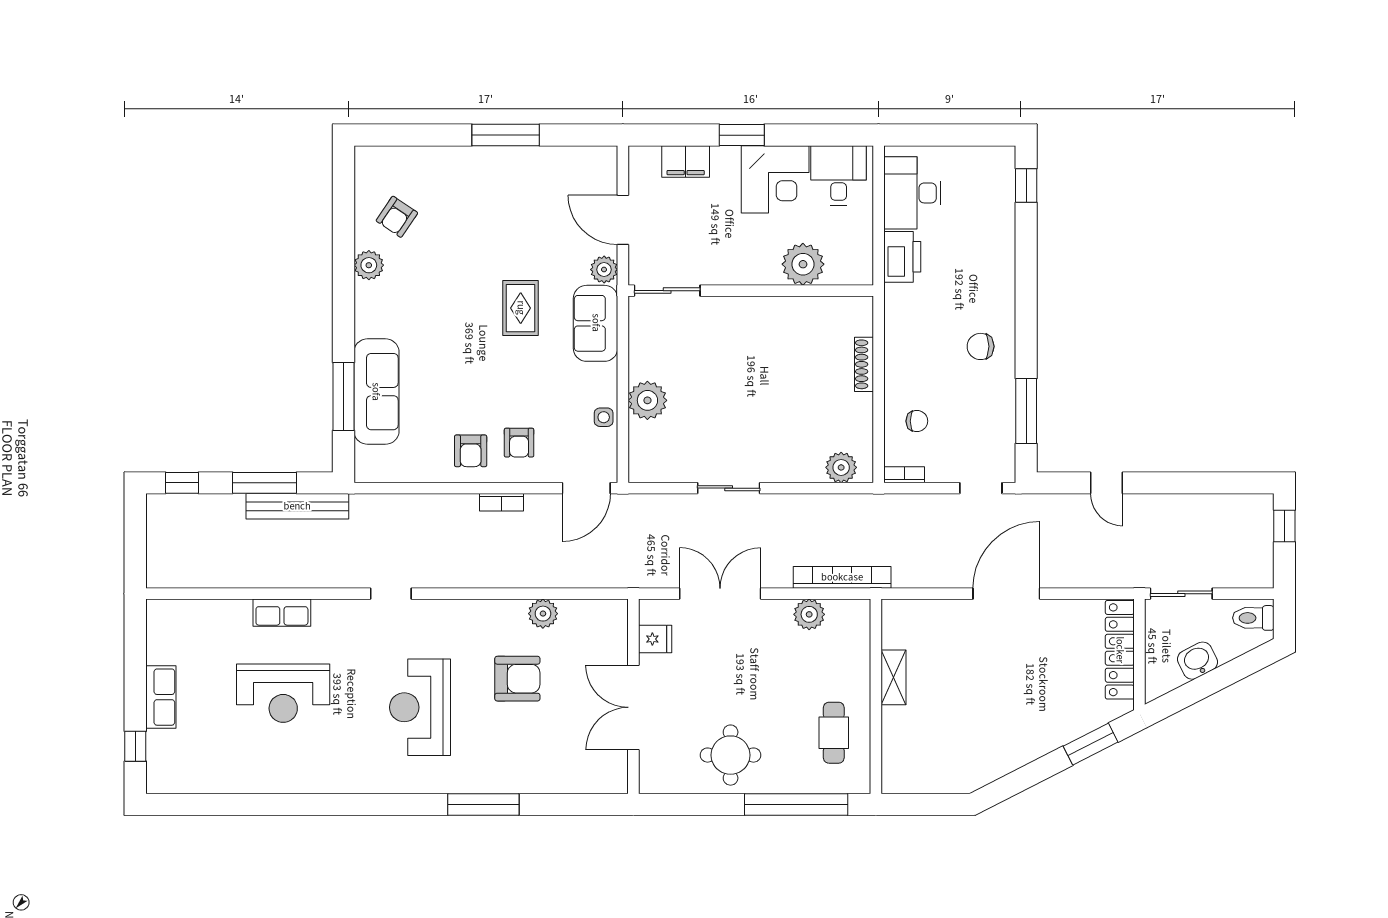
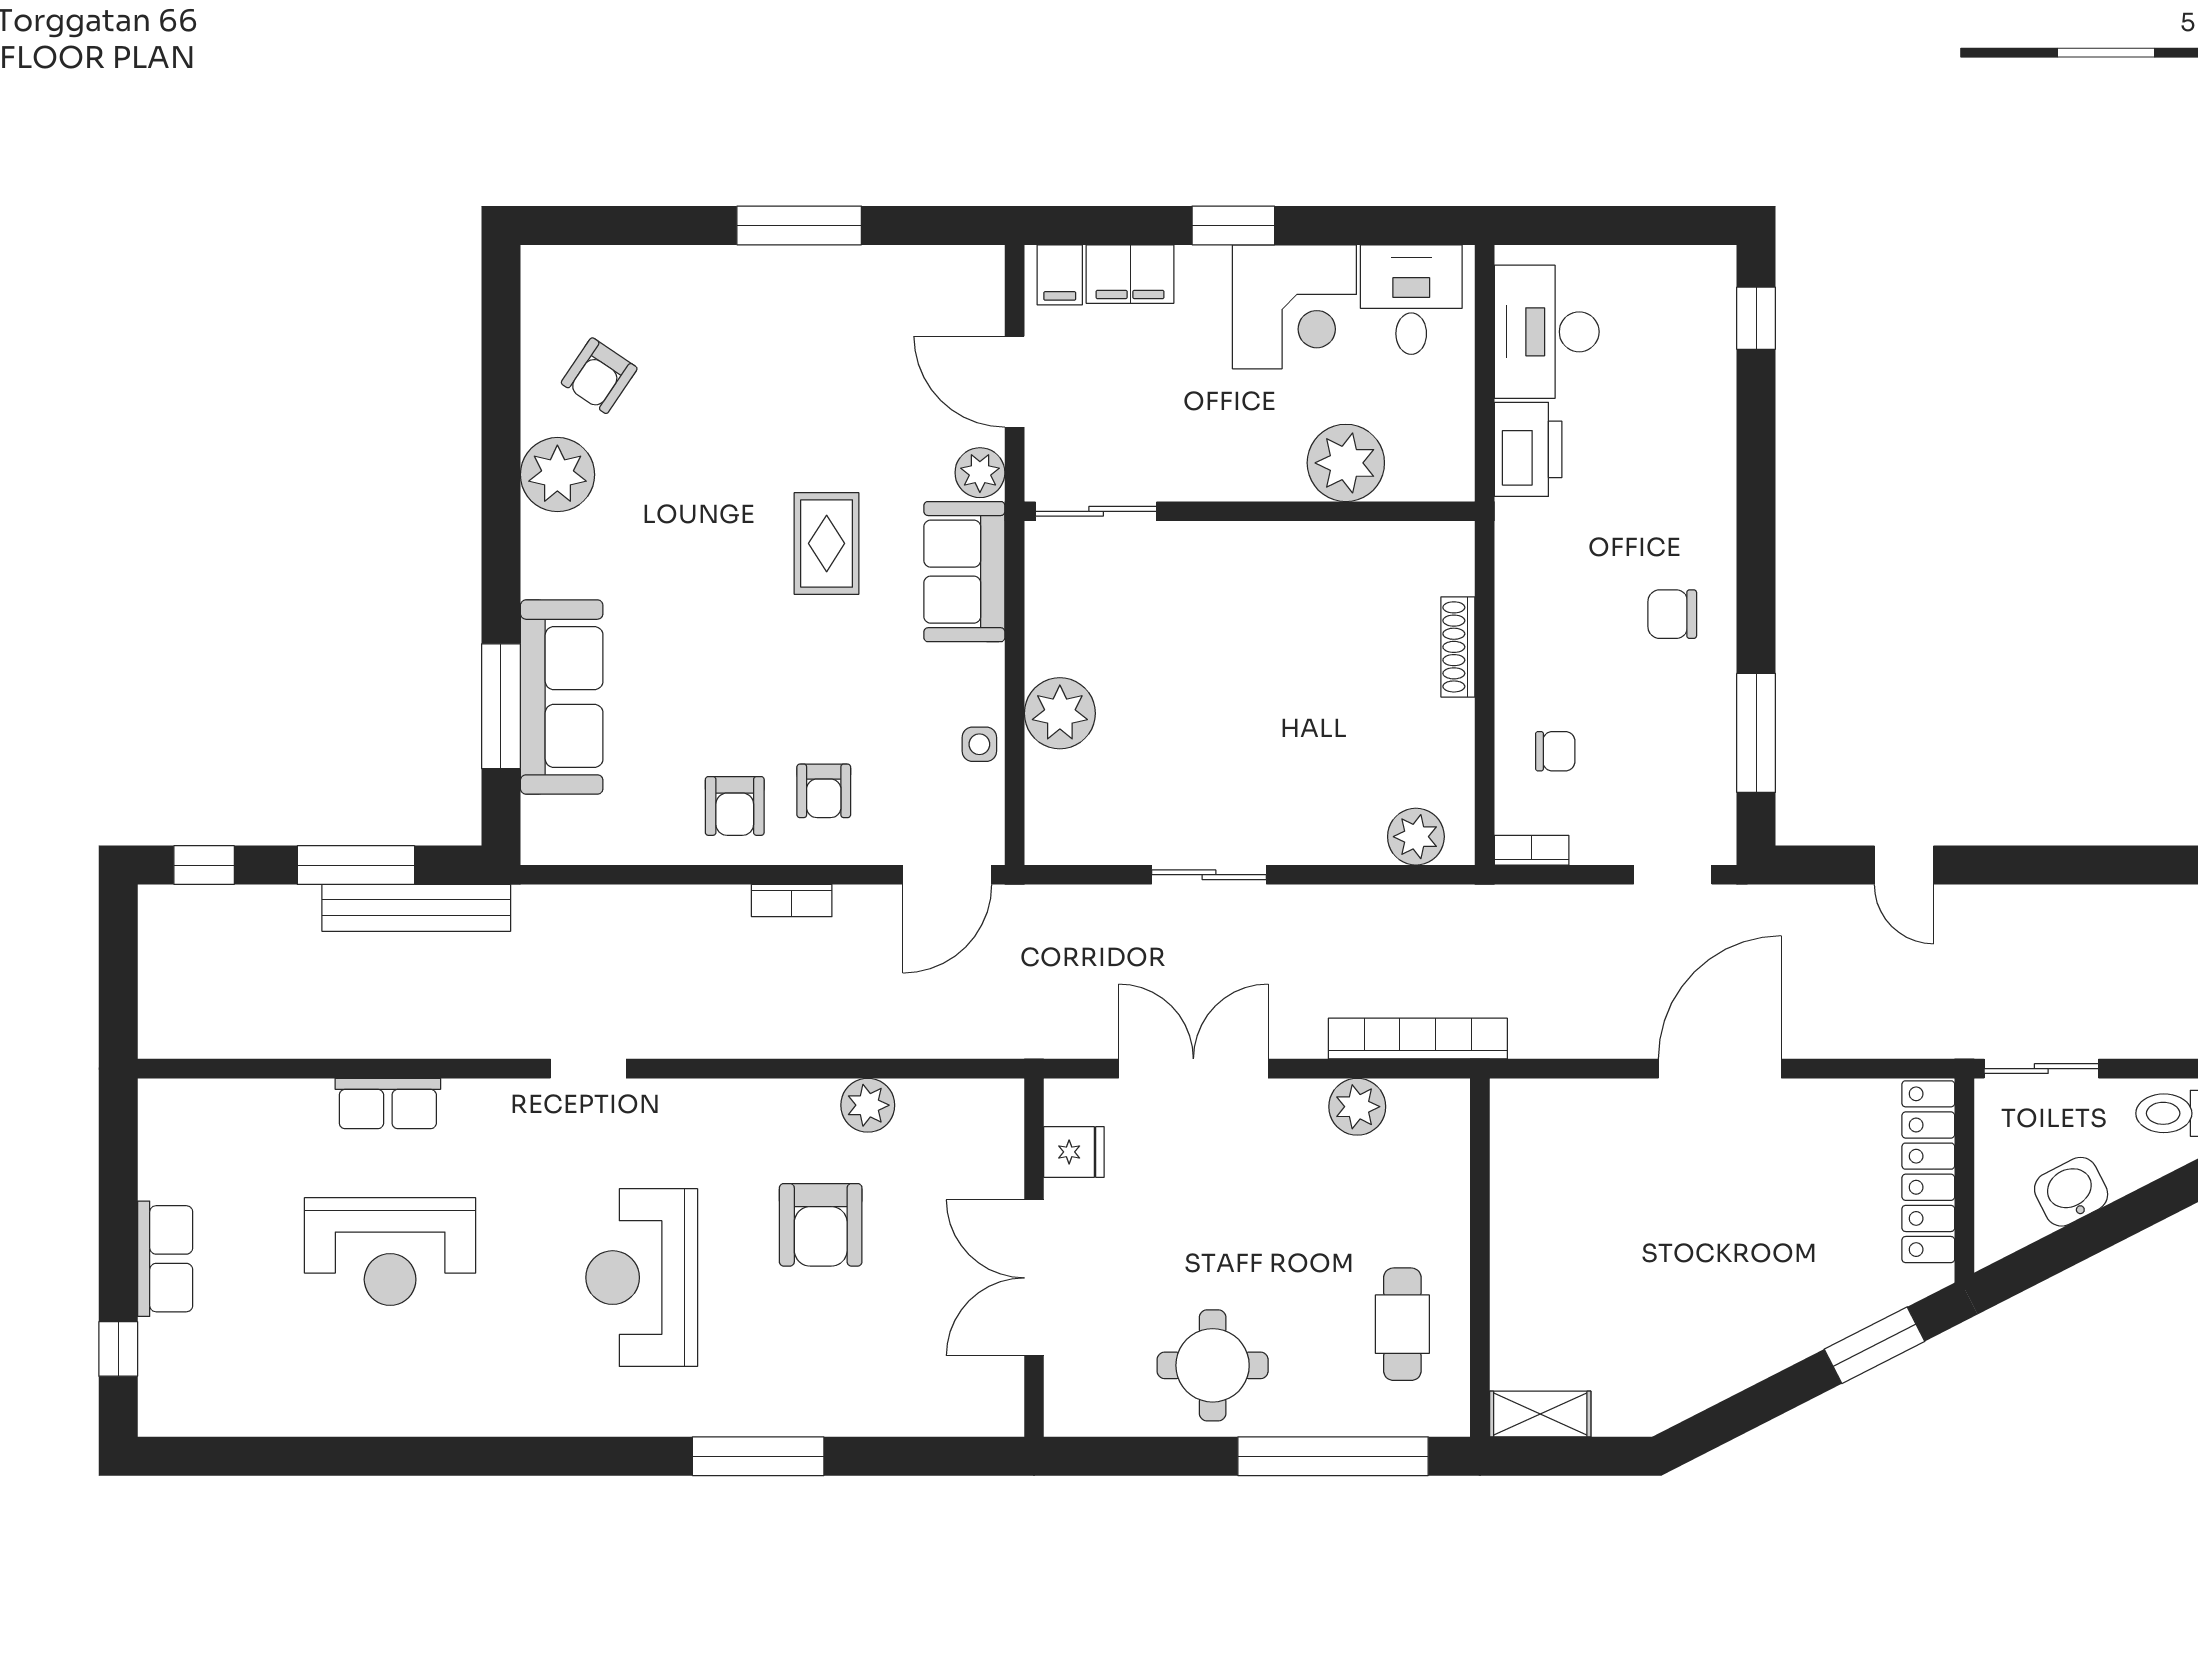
filing cabinet: (647, 162) -> (1060, 275), added
plant: (369, 265) -> (557, 475), width x1.36, depth x1.36
shelving: (894, 677) -> (1540, 1414), moved, turned 90
armchair: (517, 679) -> (821, 1225), turned 90

